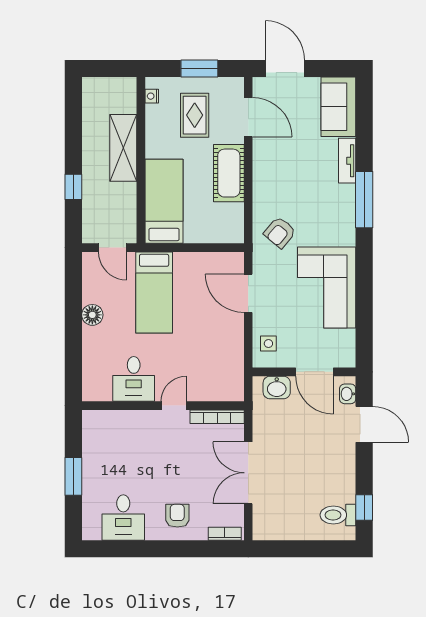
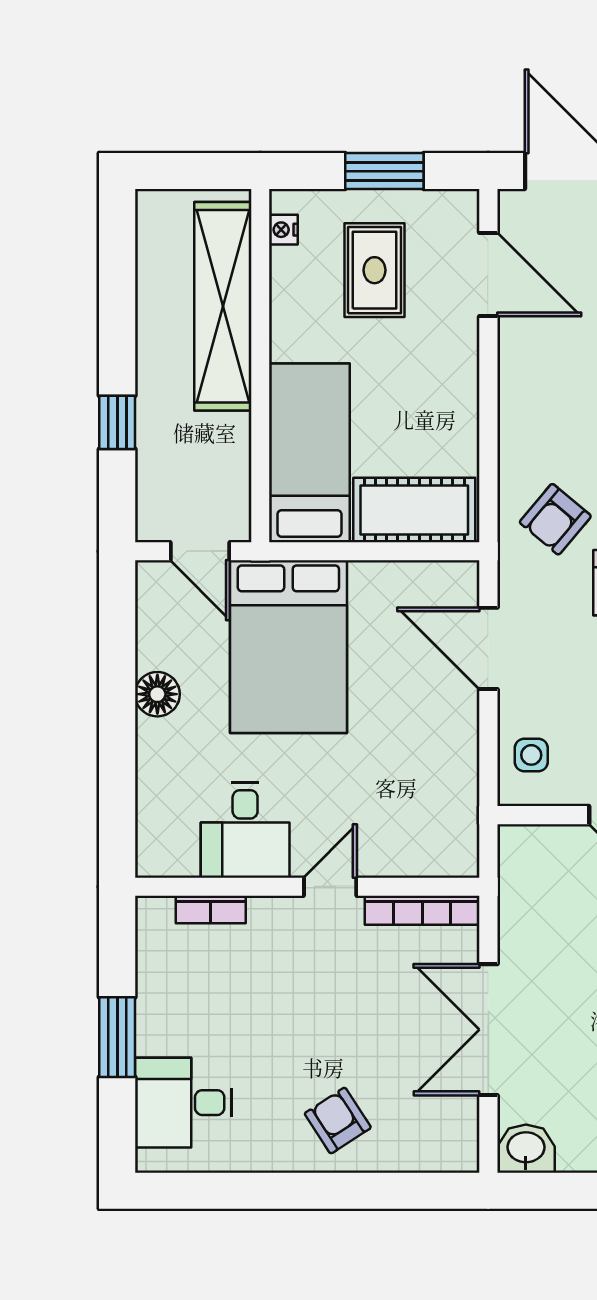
shelving: (123, 148) -> (223, 306), width x1.47
cot: (229, 173) -> (414, 510), moved, turned 90
bed: (154, 292) -> (288, 647), width x1.50
washbasin: (277, 387) -> (526, 1149), moved, turned 180
armchair: (177, 516) -> (338, 1121), turned -33
desk: (123, 518) -> (183, 1103), moved, turned 90
bookcase: (225, 534) -> (211, 910), moved, turned 180

